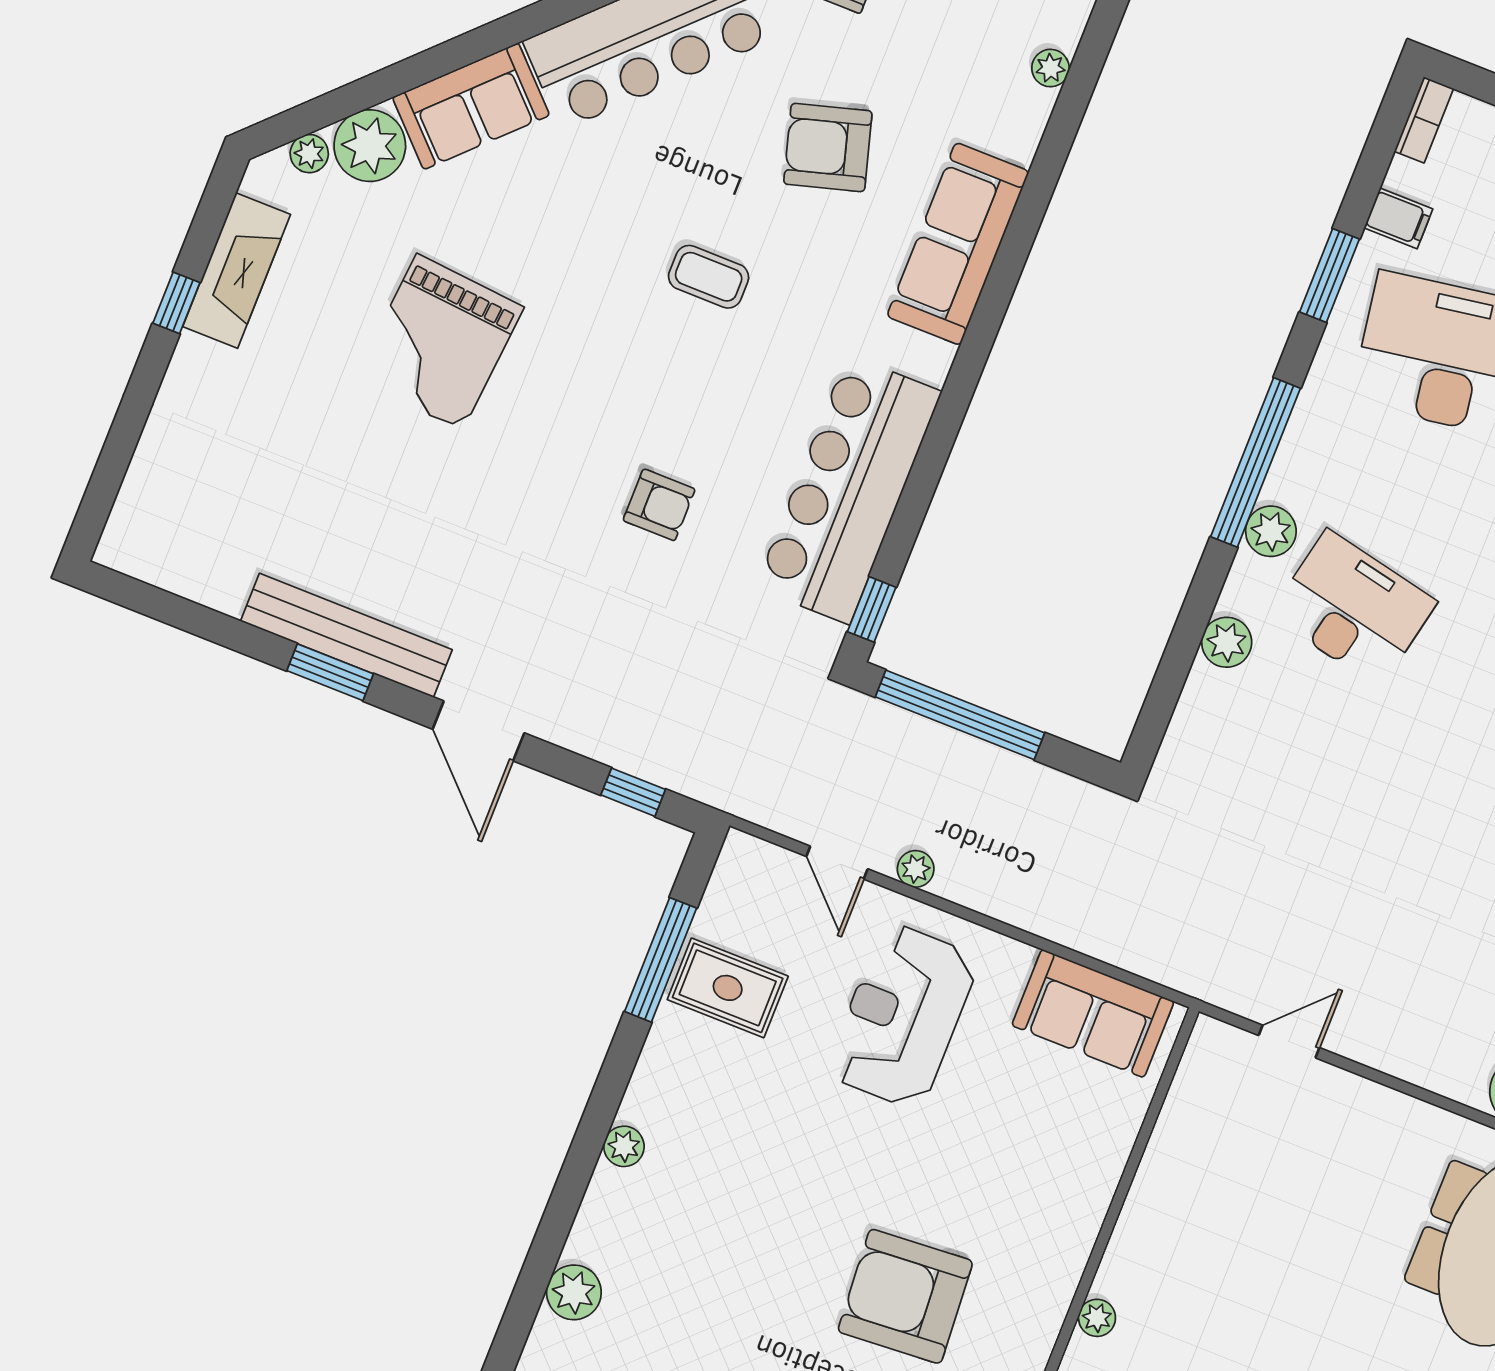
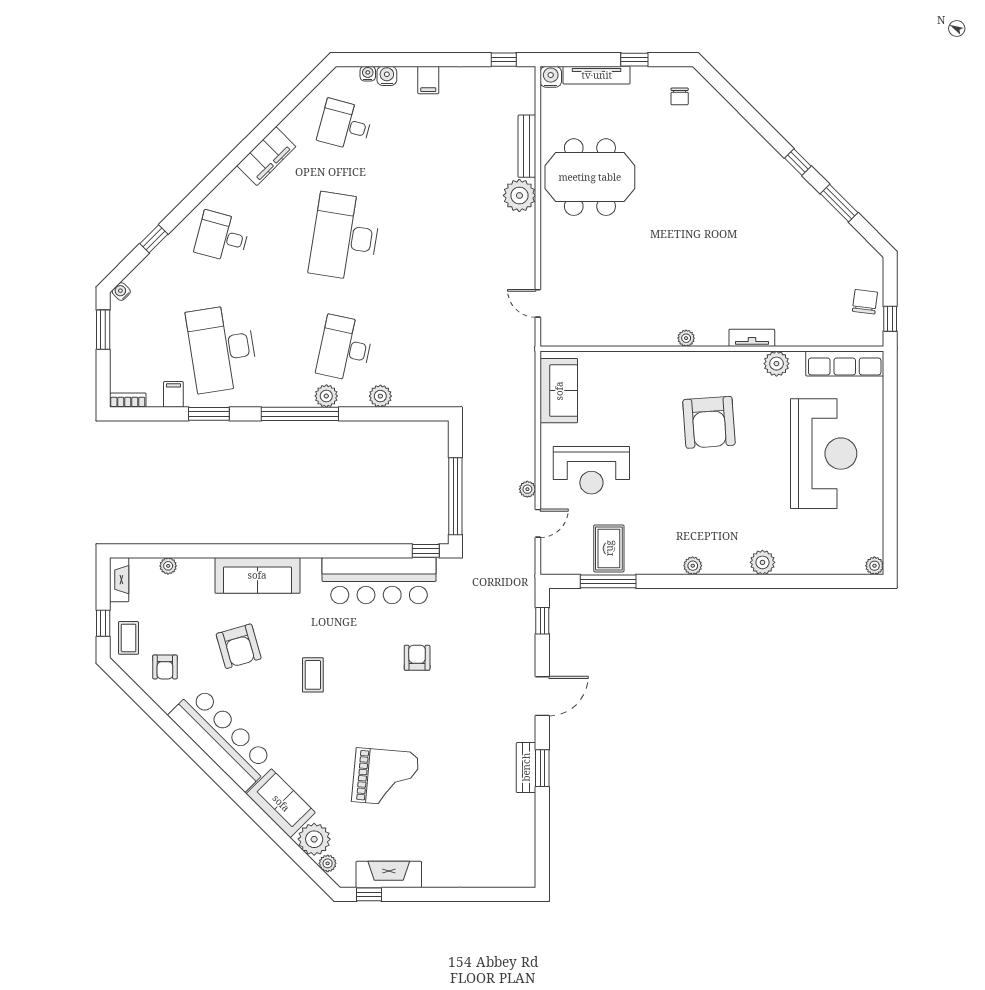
window: (176, 303) -> (369, 894), moved
bench: (346, 635) -> (526, 767), width x0.54, depth x0.82

